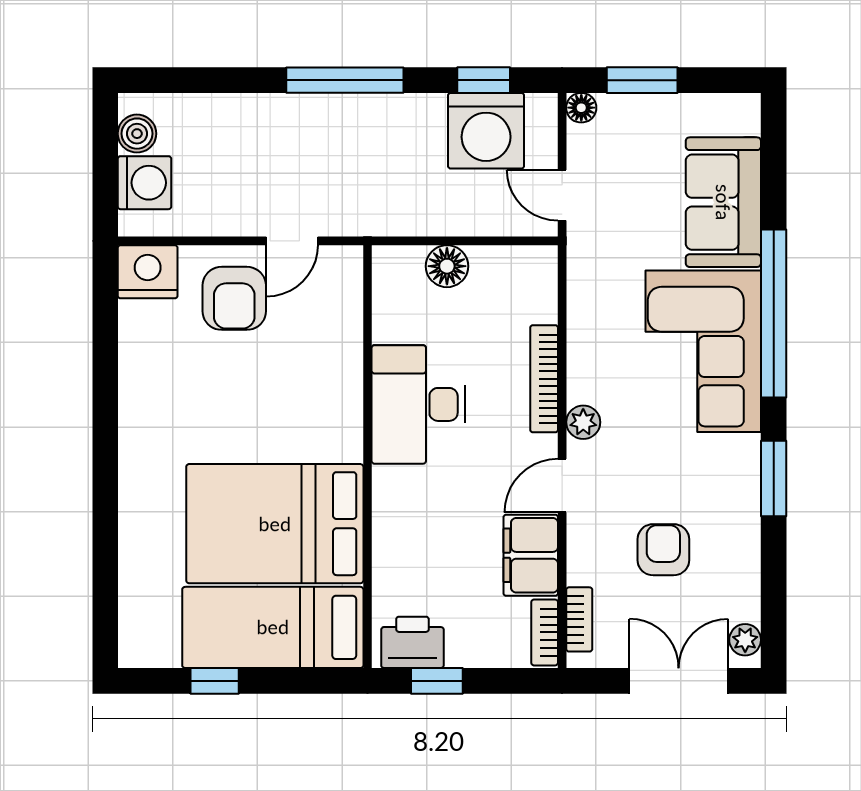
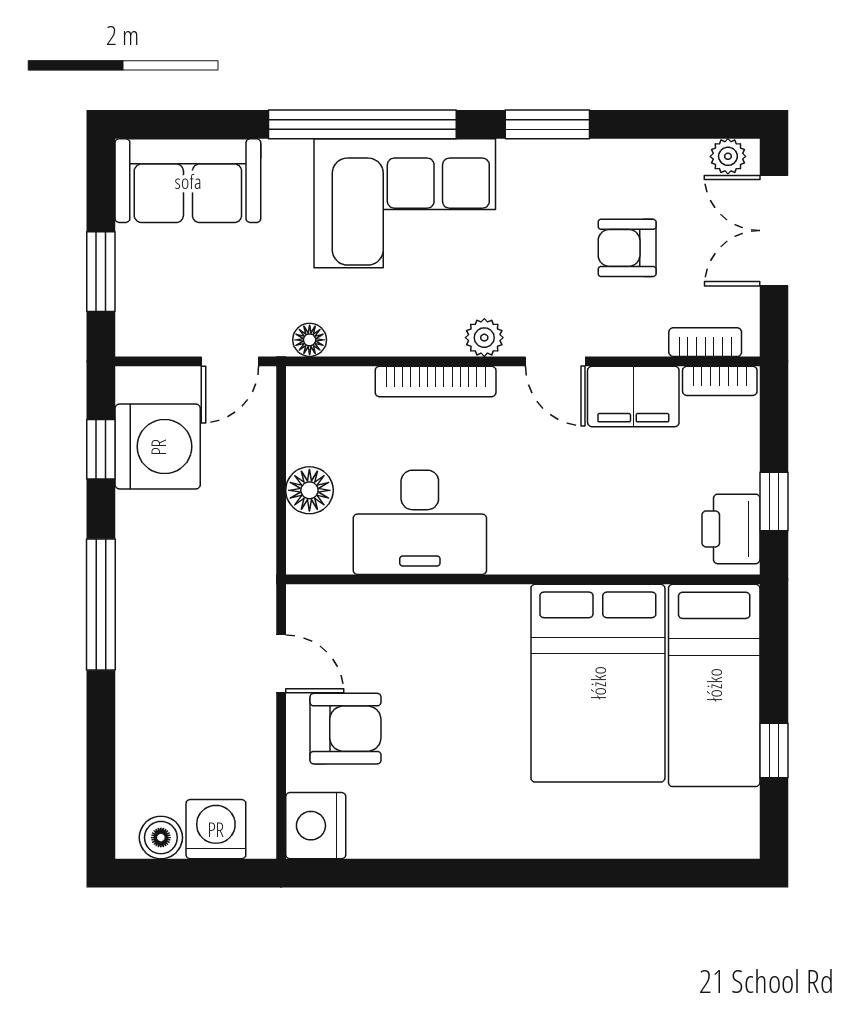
floor lamp: (581, 108) -> (310, 340), moved
sofa: (723, 202) -> (188, 181), moved
desk: (418, 404) -> (420, 522), moved

